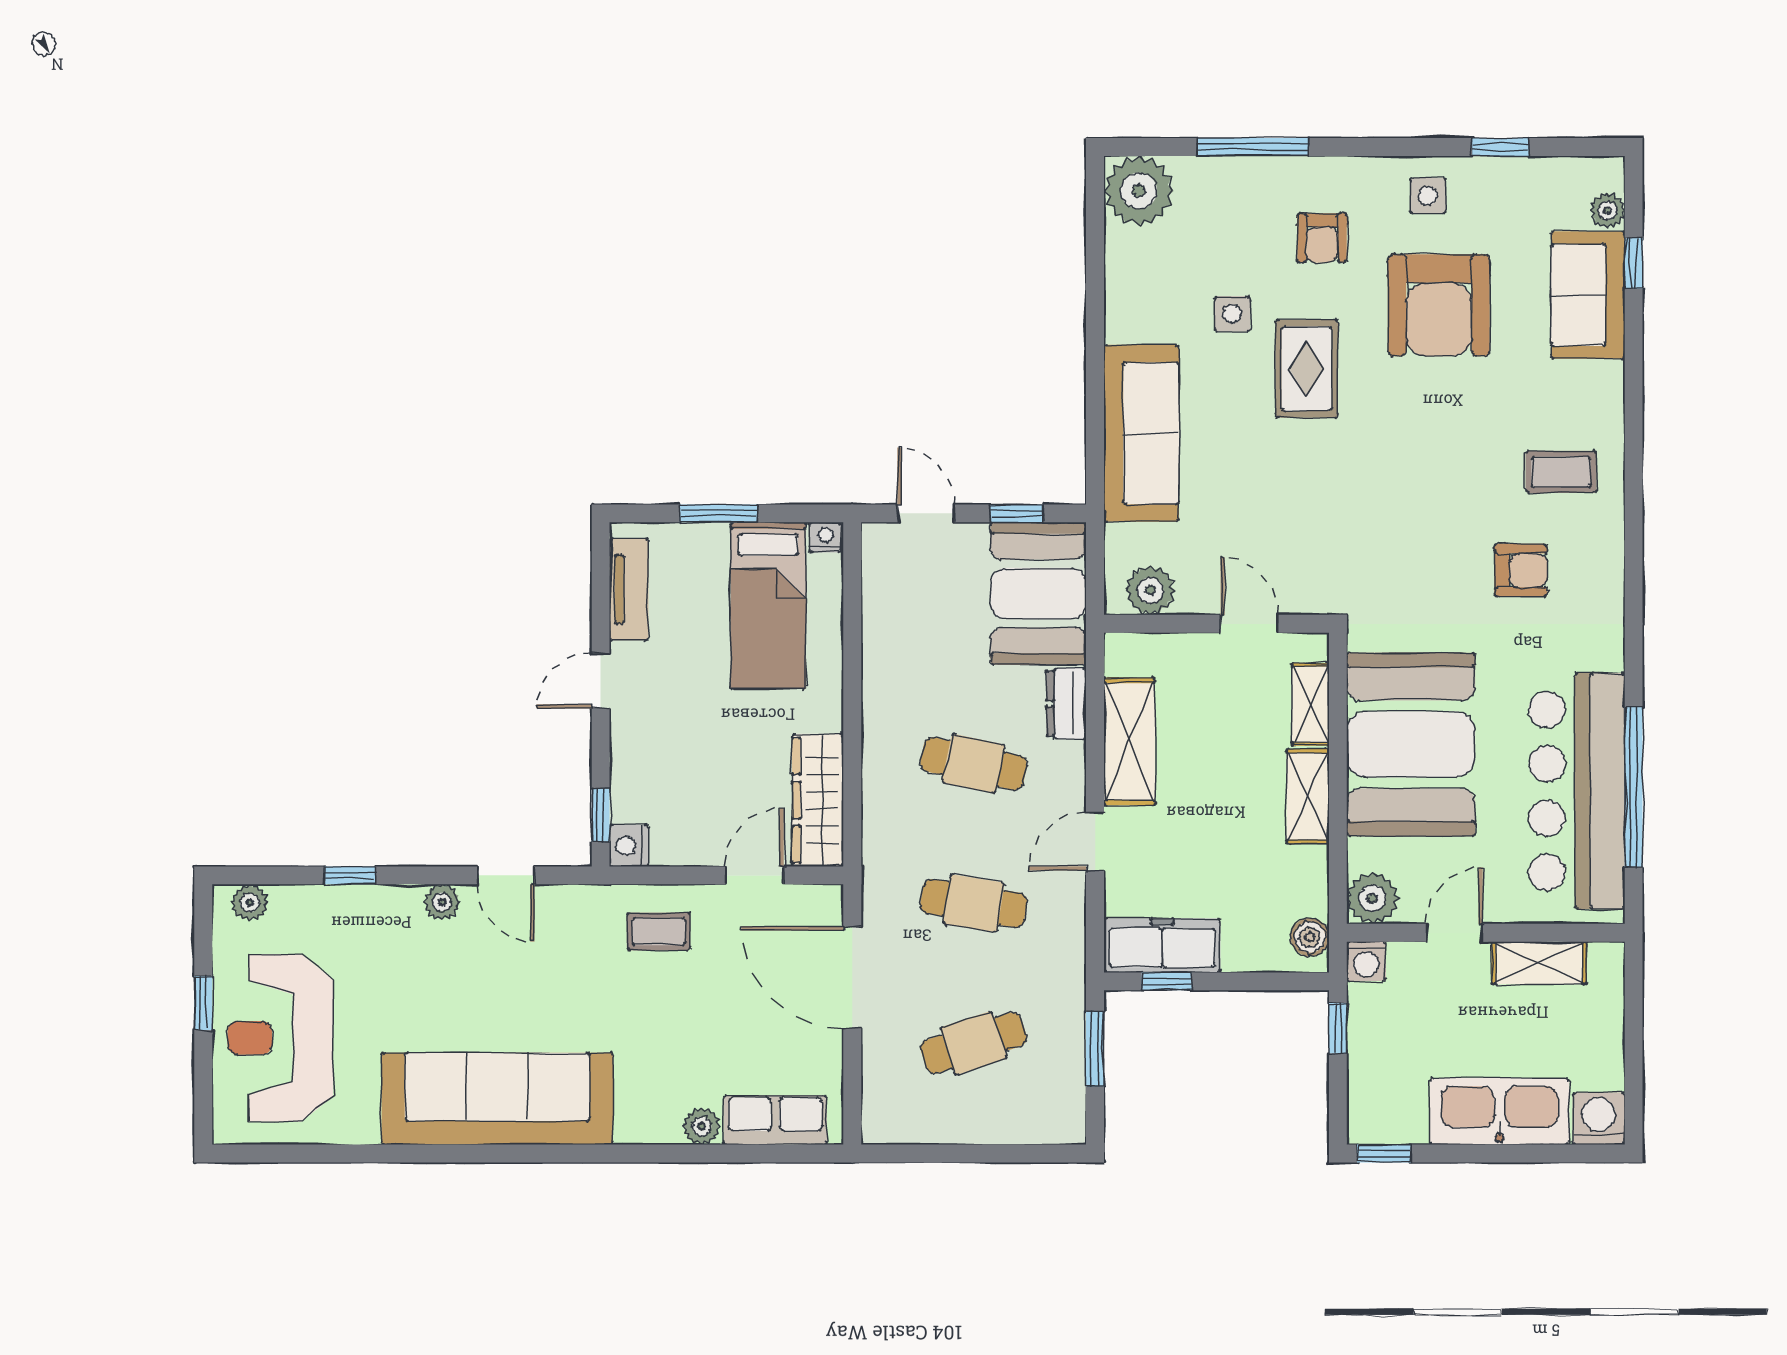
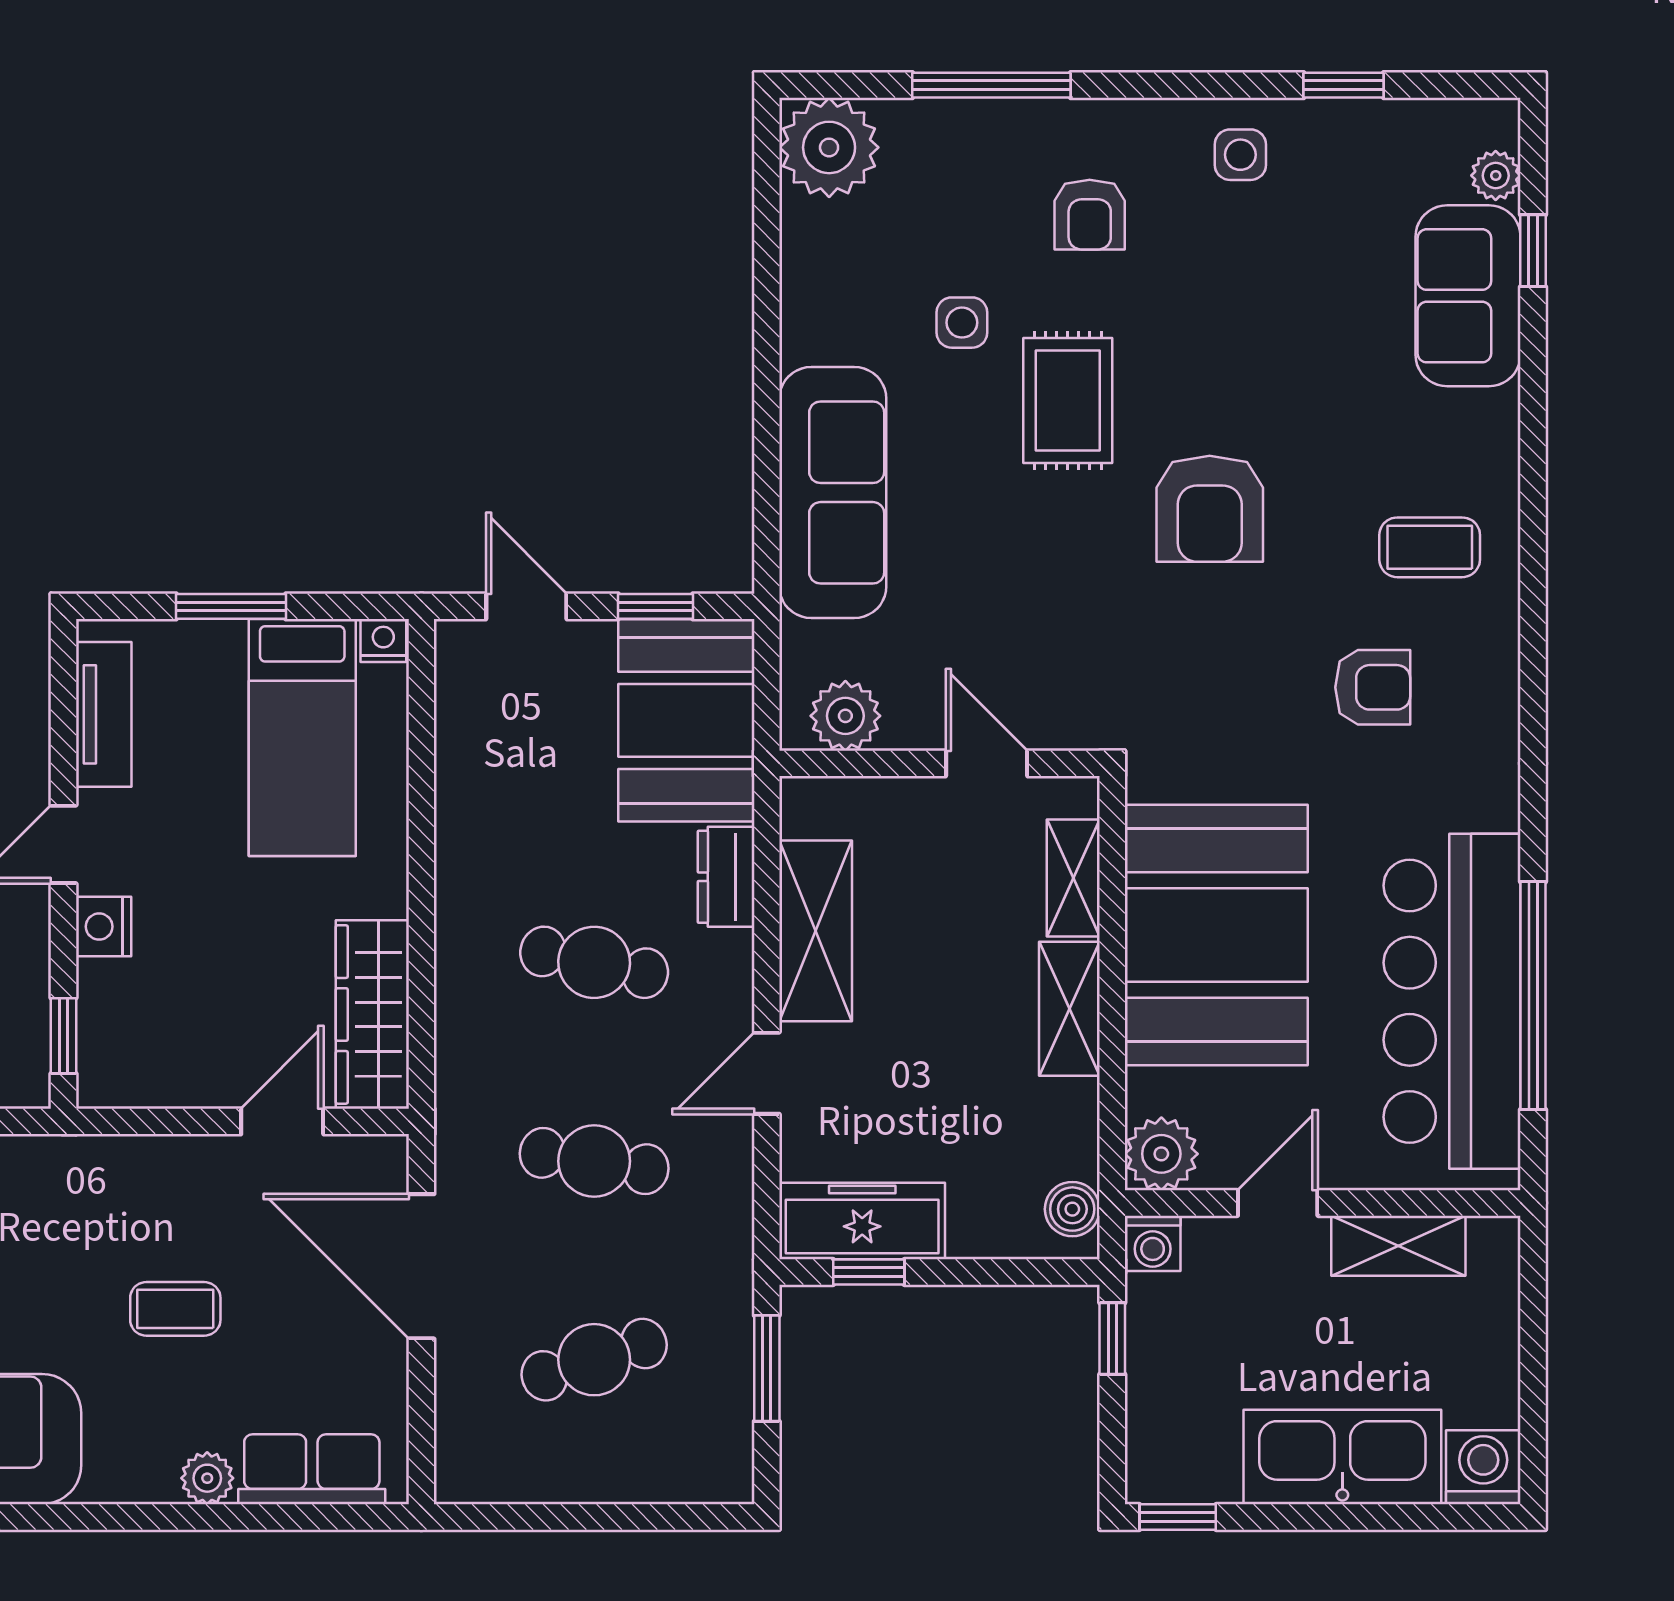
armchair: (1439, 305) -> (1210, 509), moved, width x0.73, depth x0.73
nightstand: (629, 846) -> (104, 927), moved
coffee table: (659, 932) -> (175, 1309), moved

